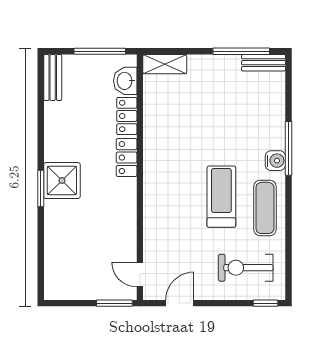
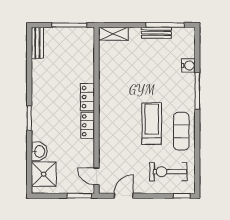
bench: (264, 63) -> (156, 33), moved
washbasin: (125, 81) -> (39, 151), moved, turned 180
locker: (127, 116) -> (88, 125), moved
water cooler: (275, 161) -> (188, 65), moved
shower: (62, 181) -> (44, 174), moved

